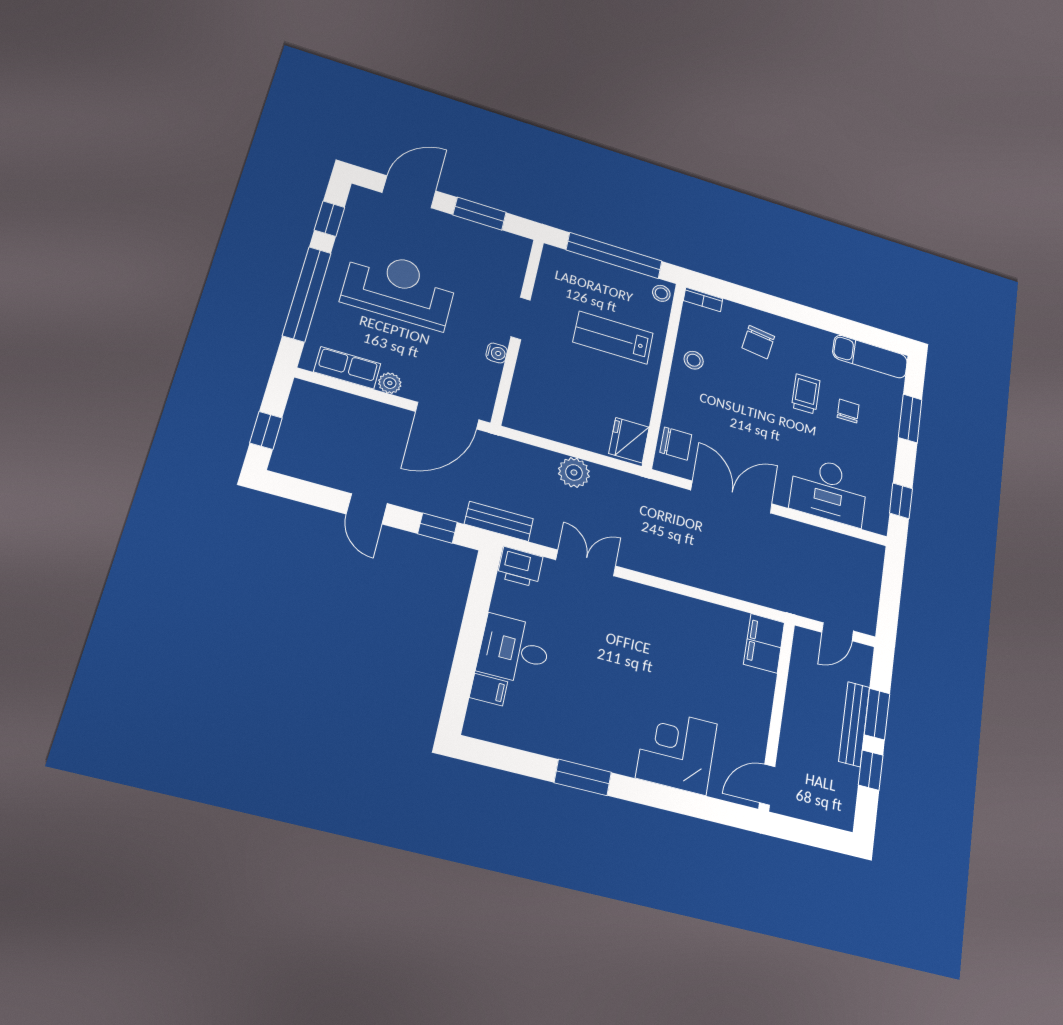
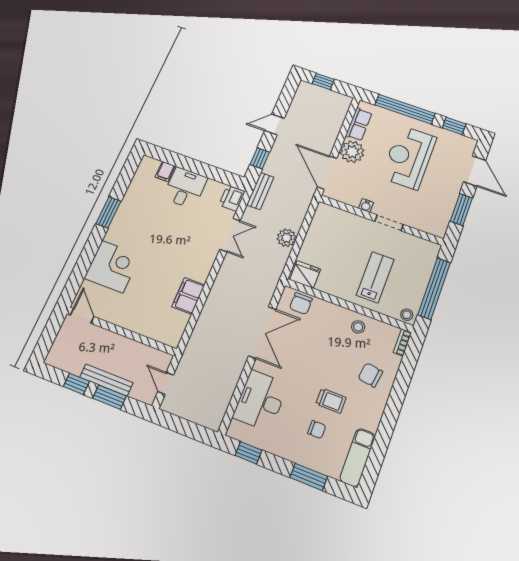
reception desk: (399, 289) -> (409, 157), turned 180
plant: (390, 383) -> (352, 152), width x1.87, depth x1.87
filing cabinet: (764, 643) -> (188, 296), moved, turned -90

